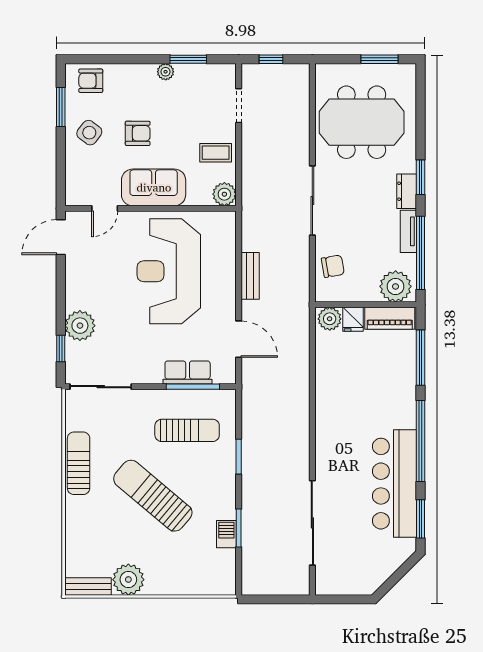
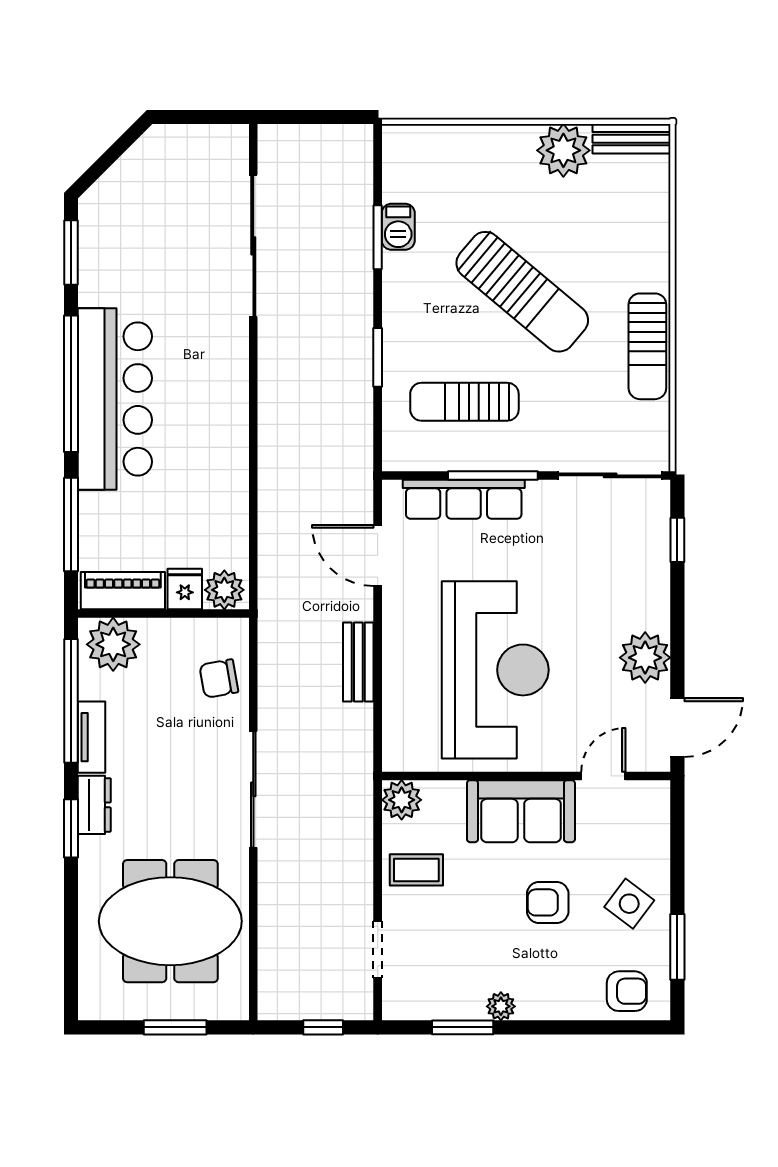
window: (380, 59) -> (175, 1027), moved
plant: (80, 326) -> (645, 658), moved
row of seats: (188, 373) -> (464, 499), width x1.48
window: (193, 387) -> (493, 475), moved
bar counter: (395, 484) -> (115, 399), moved

